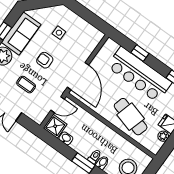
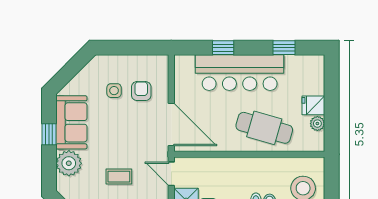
armchair: (45, 60) -> (141, 91), moved, turned 90
door: (58, 105) -> (171, 174), swing flipped

